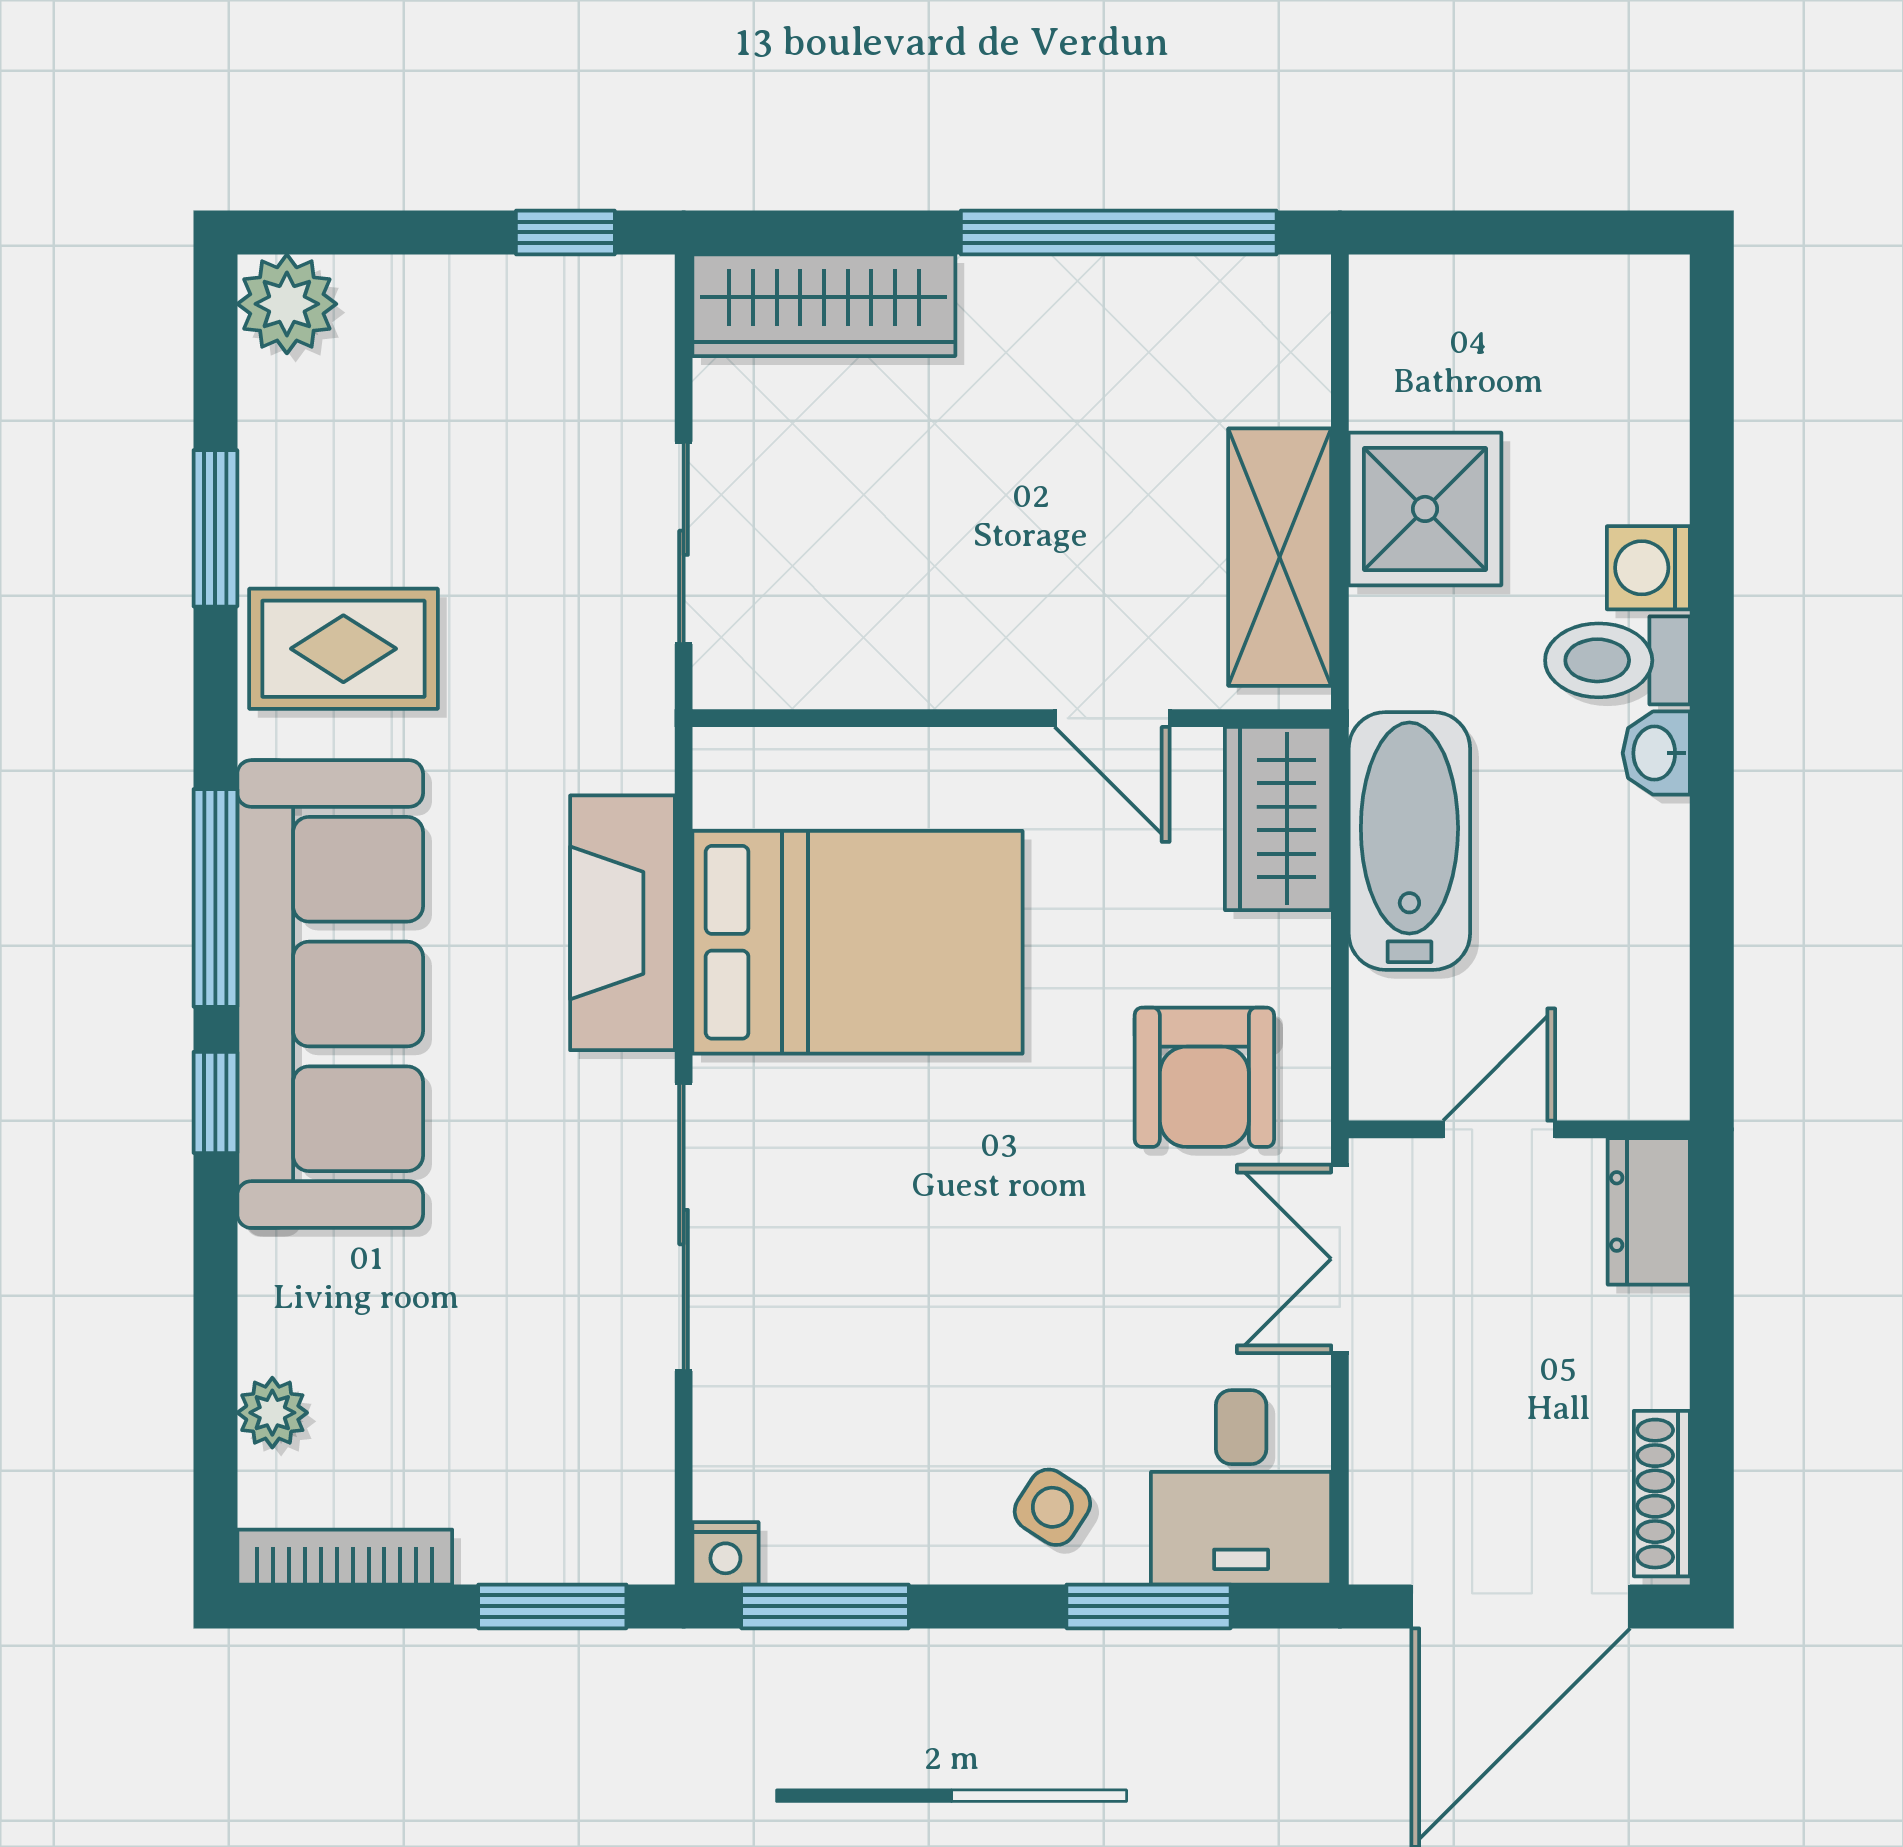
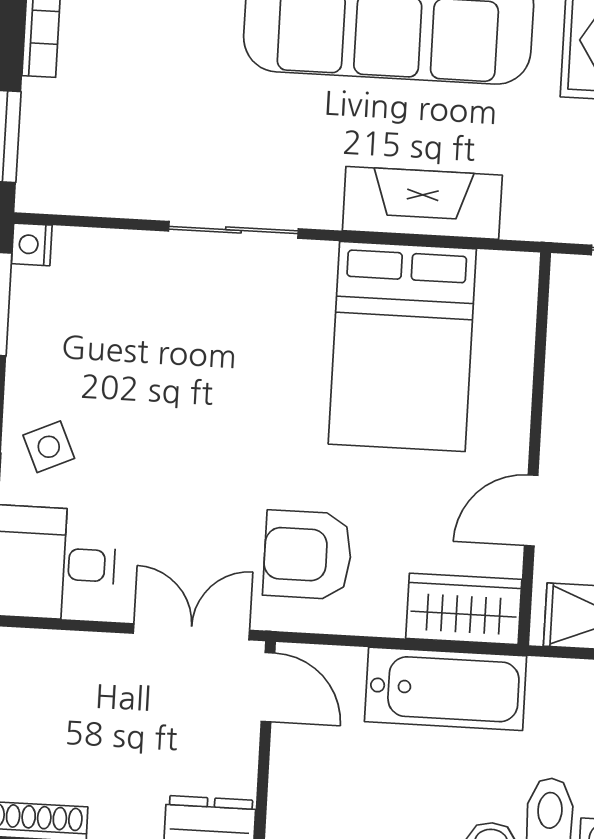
door: (1499, 1129) -> (268, 687), moved
sliding door: (684, 1227) -> (233, 230), width x0.73
side table: (1052, 1507) -> (49, 447), turned 33

